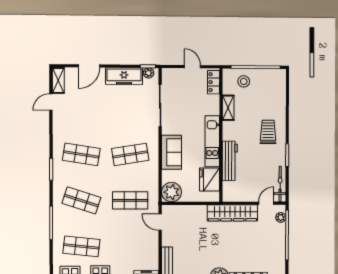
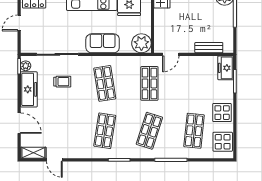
trolley: (132, 111) -> (62, 82), added

